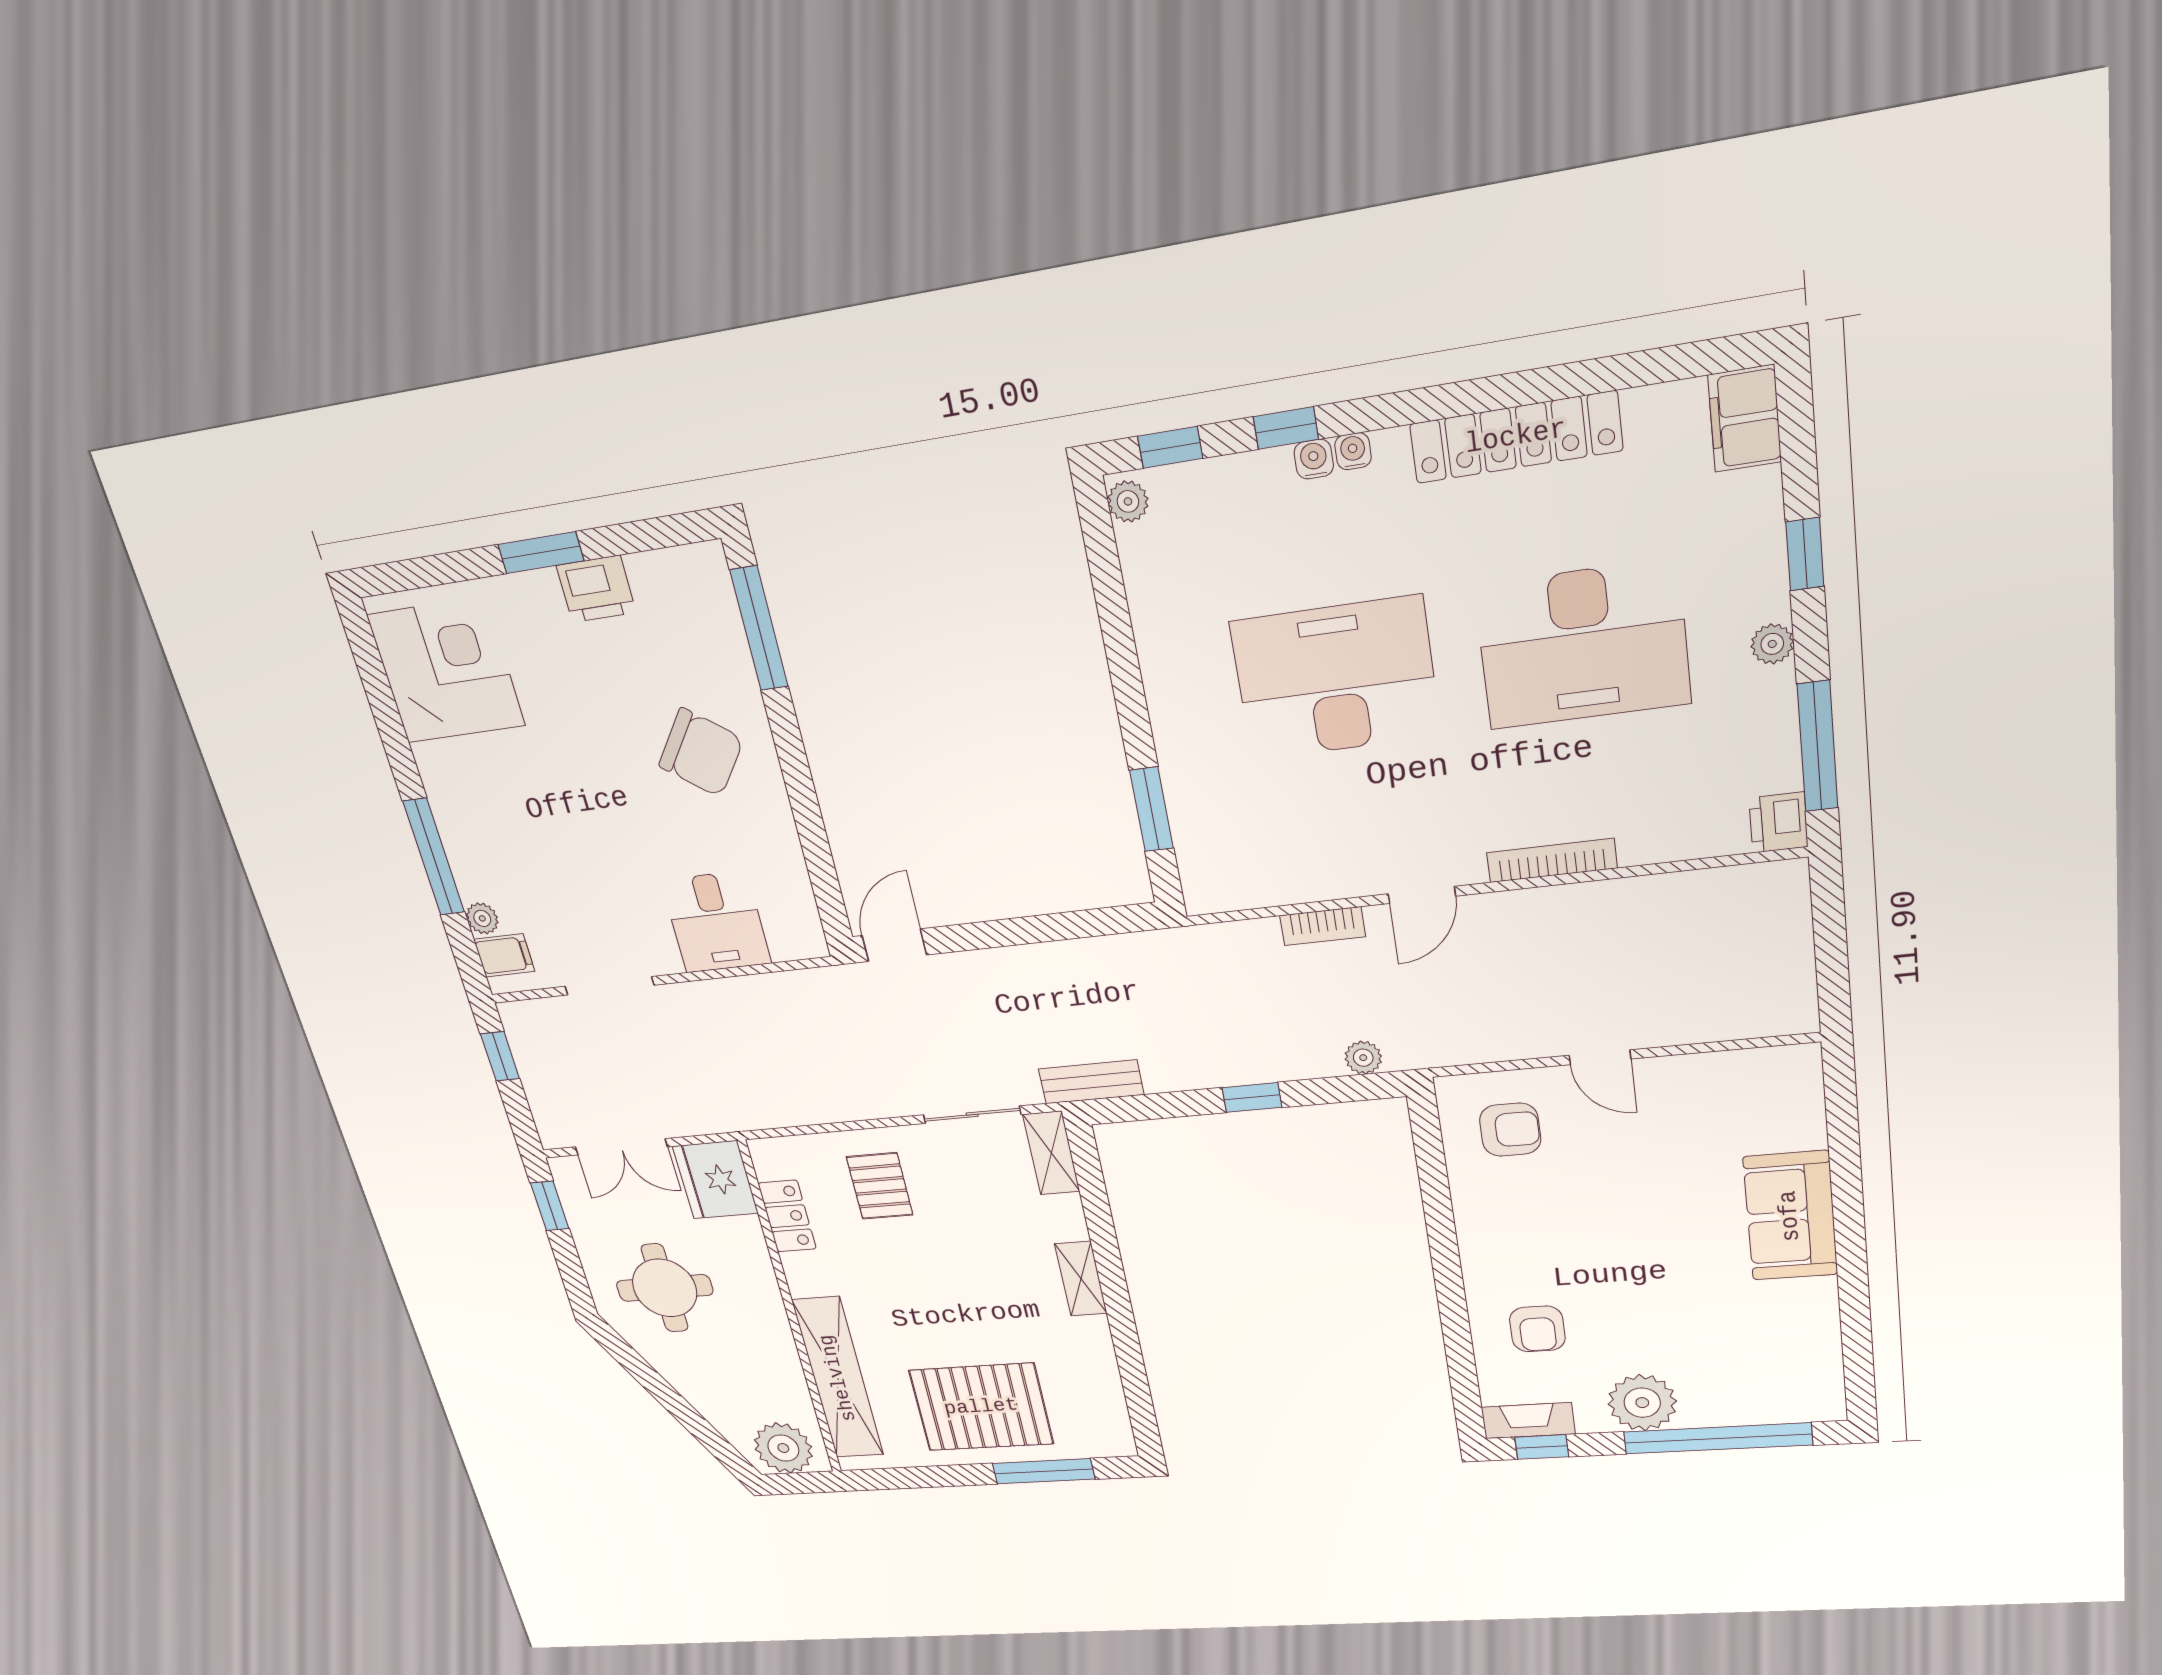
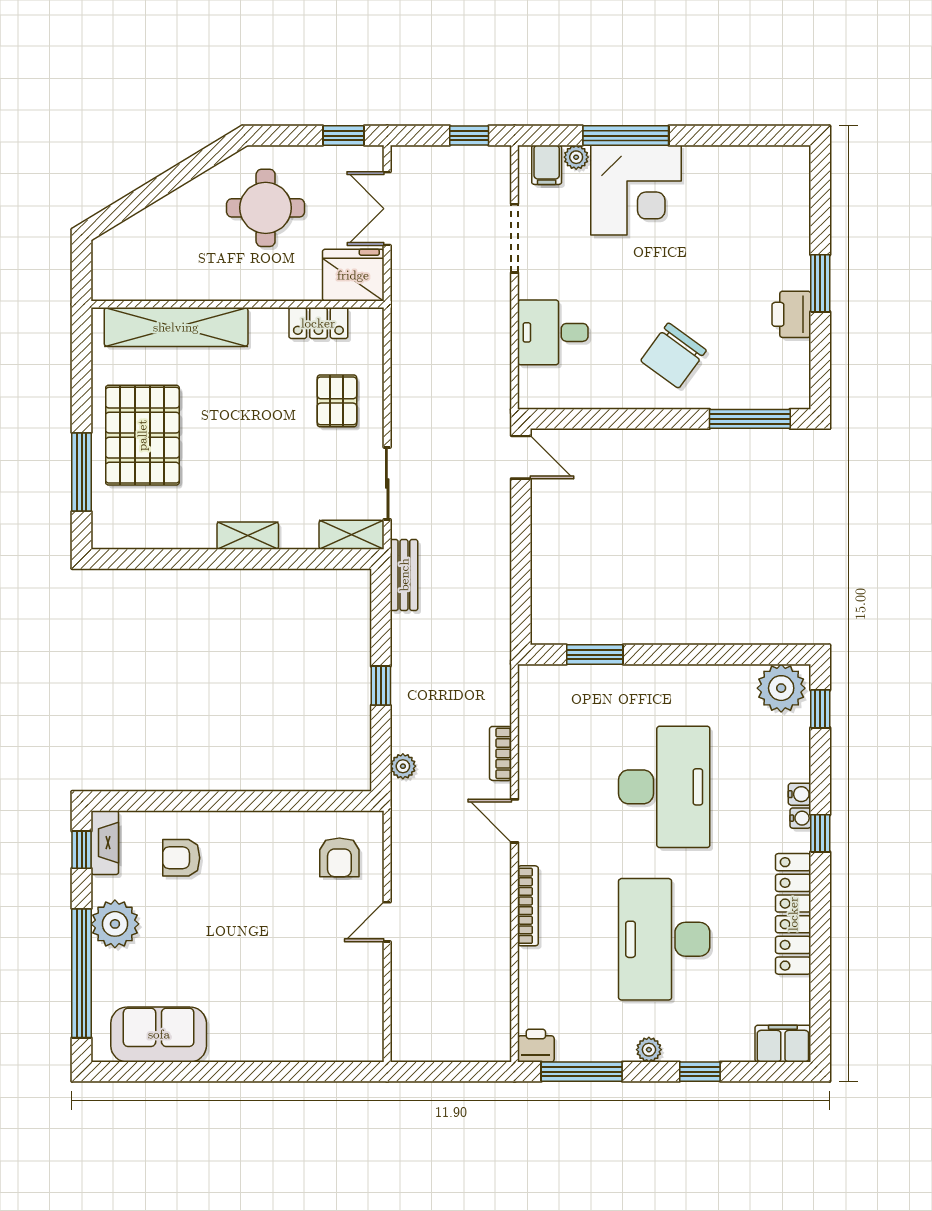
window: (1286, 428) -> (820, 833), moved
plant: (1128, 501) -> (781, 688), width x1.87, depth x1.87
corner desk: (446, 670) -> (636, 190), moved
pallet: (880, 1186) -> (337, 401), turned 90
sofa: (1790, 1216) -> (159, 1034), moved
plant: (783, 1448) -> (115, 265), removed

